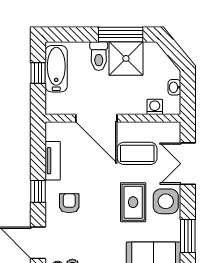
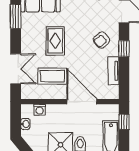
window: (38, 73) -> (124, 122), moved
side table: (166, 201) -> (32, 41), removed
armchair: (69, 203) -> (102, 40), turned 50

